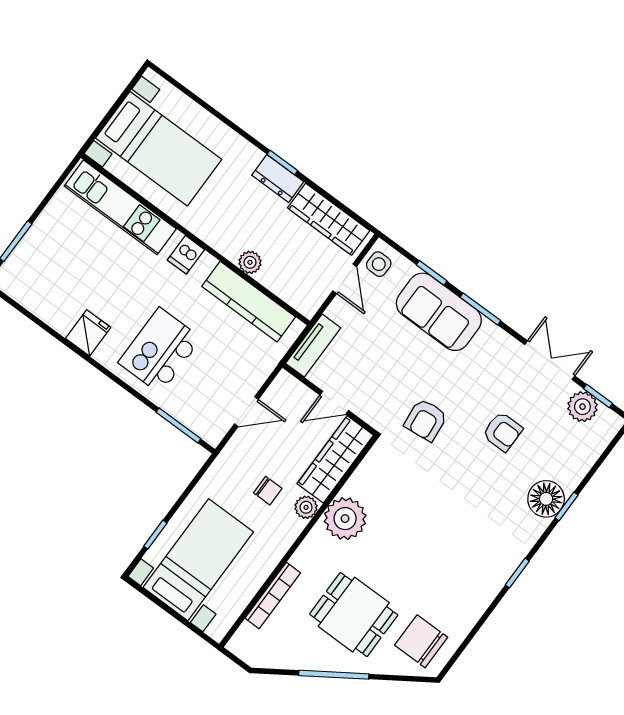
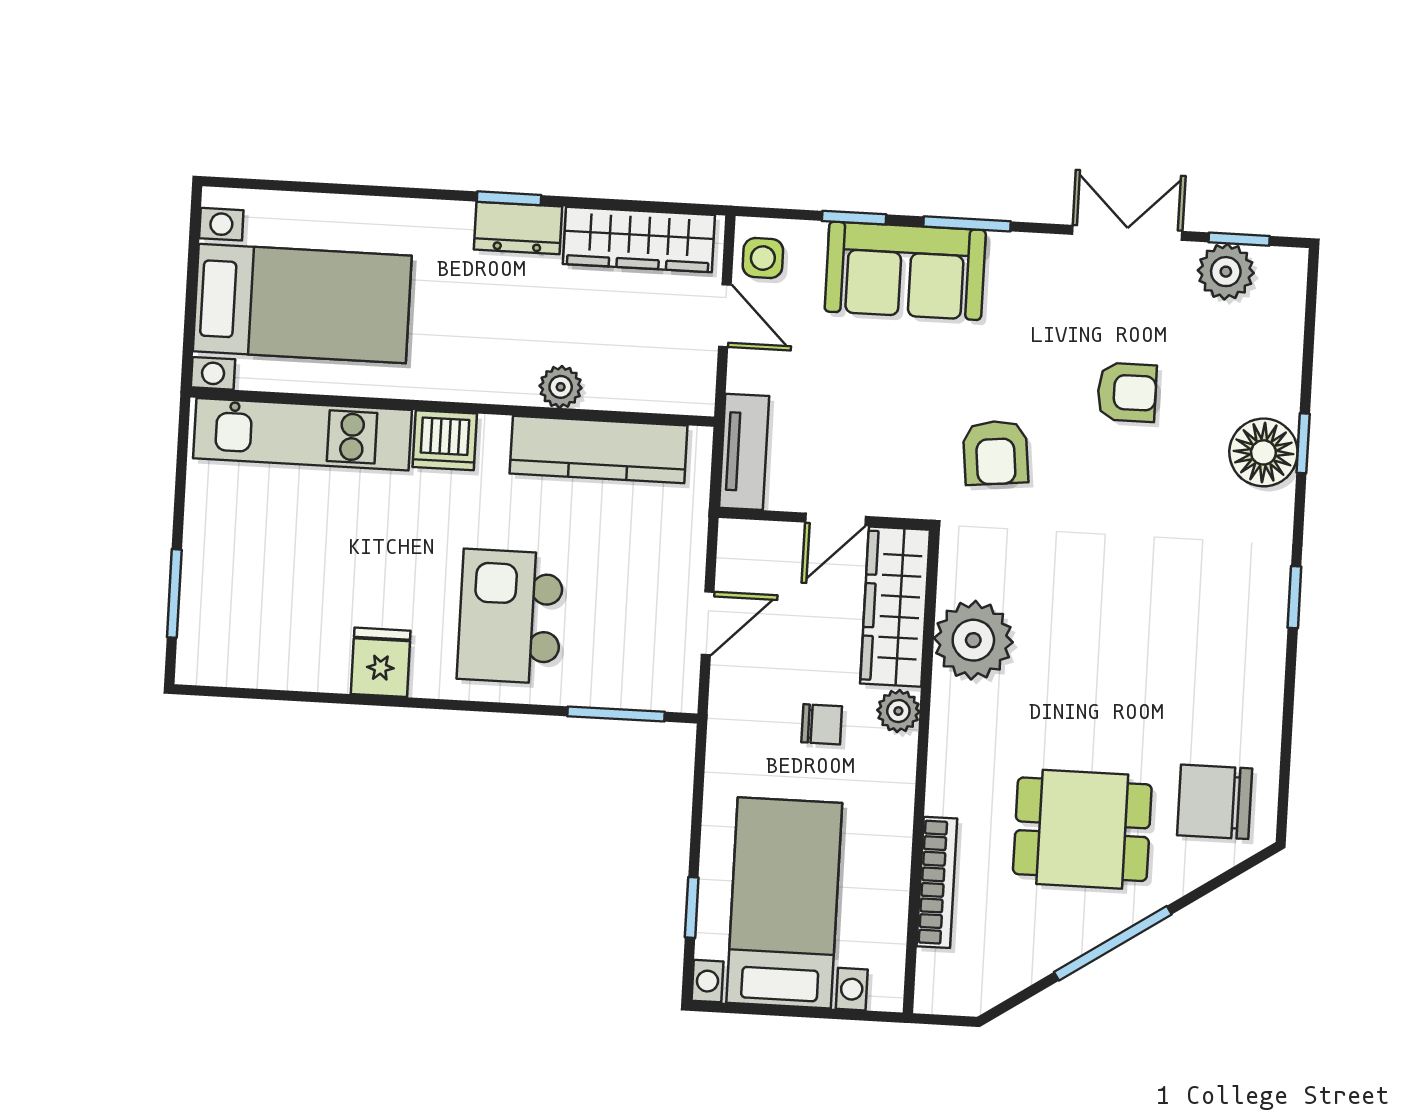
dishwasher: (186, 255) -> (445, 440), width x1.38
plant: (345, 519) -> (973, 640), moved

